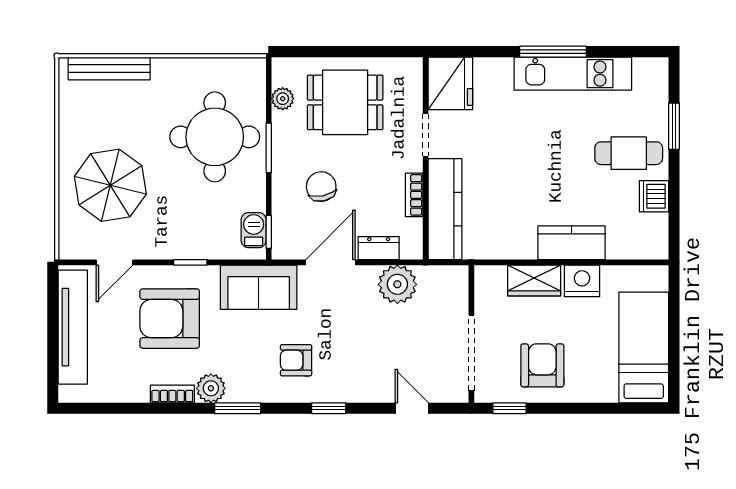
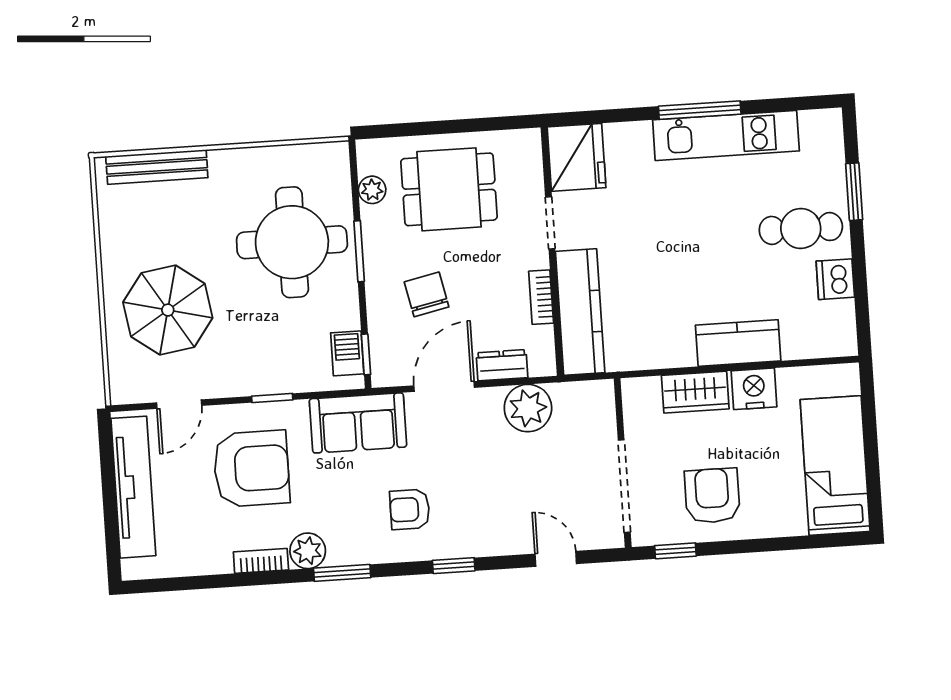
armchair: (170, 319) -> (251, 469), turned 180

